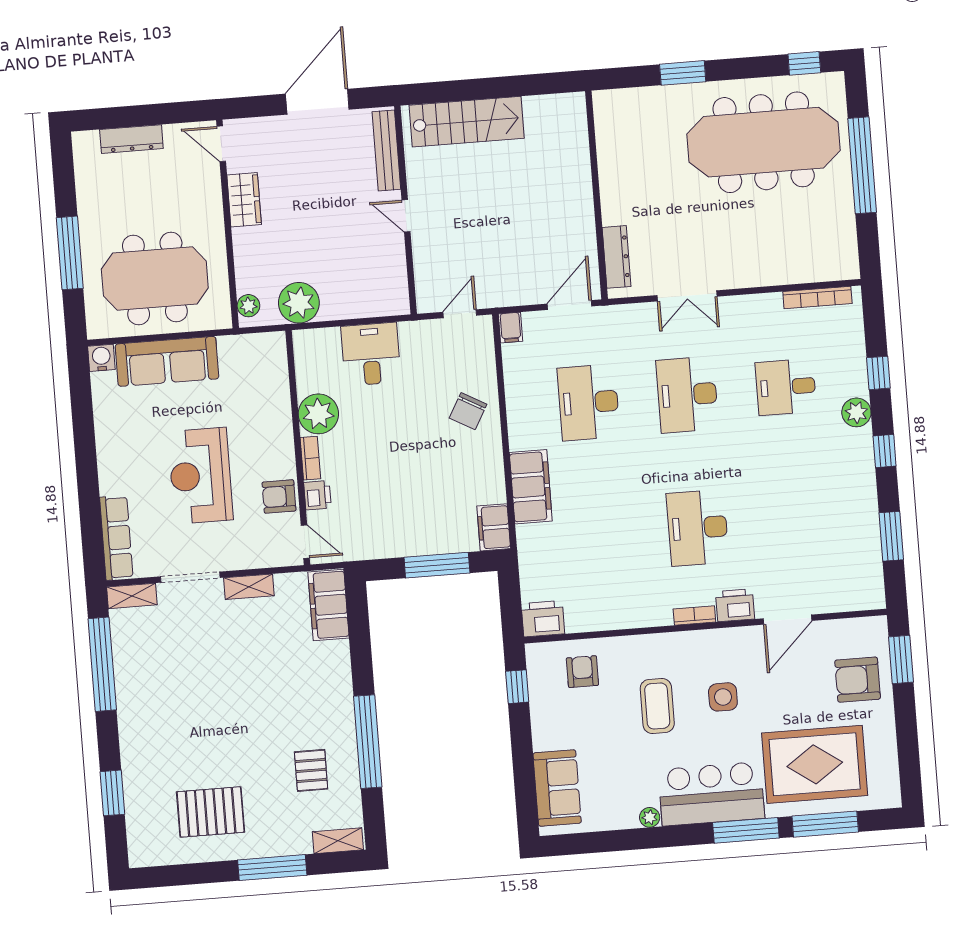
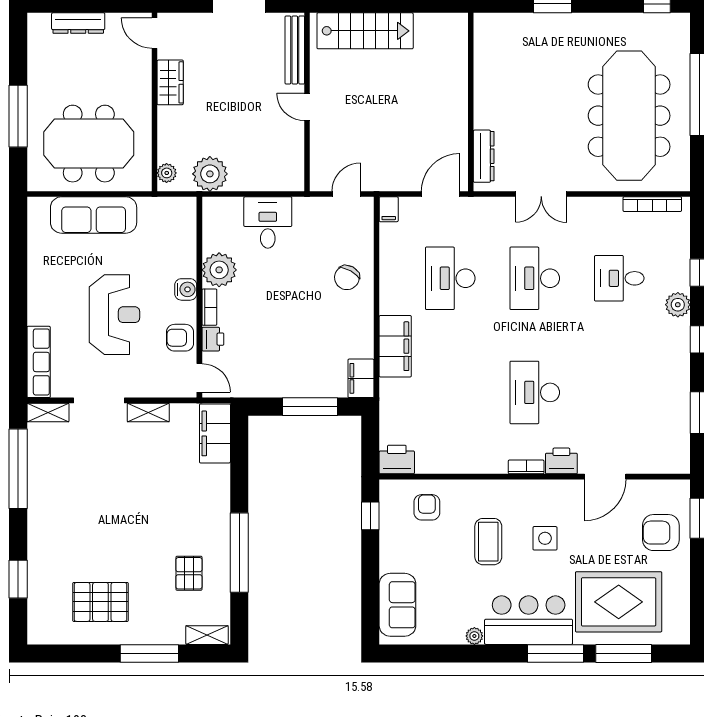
meeting table: (764, 142) -> (629, 116), moved, turned 90
water cooler: (101, 358) -> (186, 289), moved, turned 90
reception desk: (200, 476) -> (114, 315), turned 180

